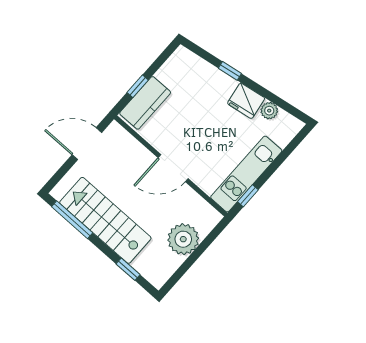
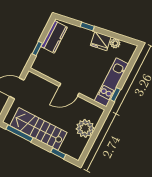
kitchen counter: (145, 103) -> (54, 37), moved

